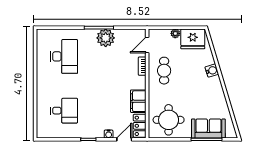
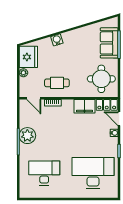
desk: (64, 111) -> (93, 173), width x1.87, depth x1.30

